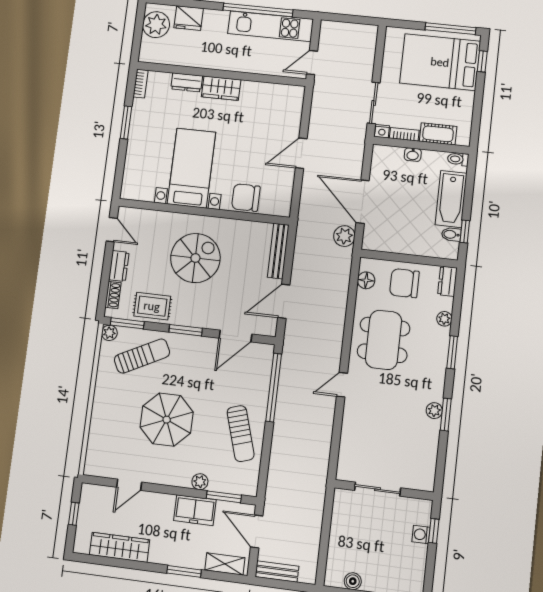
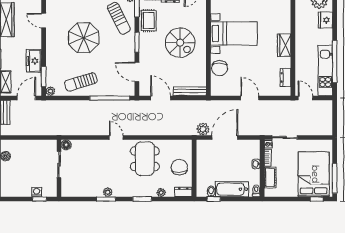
dresser: (187, 82) -> (286, 77), moved
chair: (246, 198) -> (220, 68), turned 180
floor lamp: (366, 280) -> (66, 145), moved
dining table: (384, 340) -> (145, 159), turned 90
plant: (200, 482) -> (50, 91), moved

